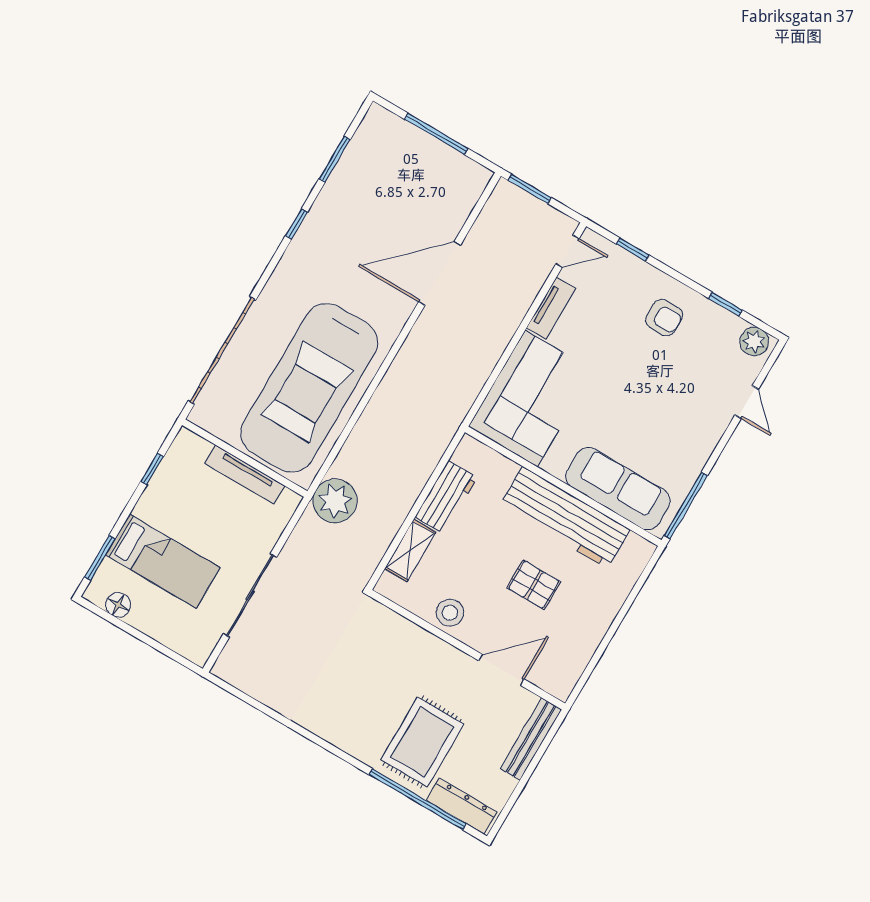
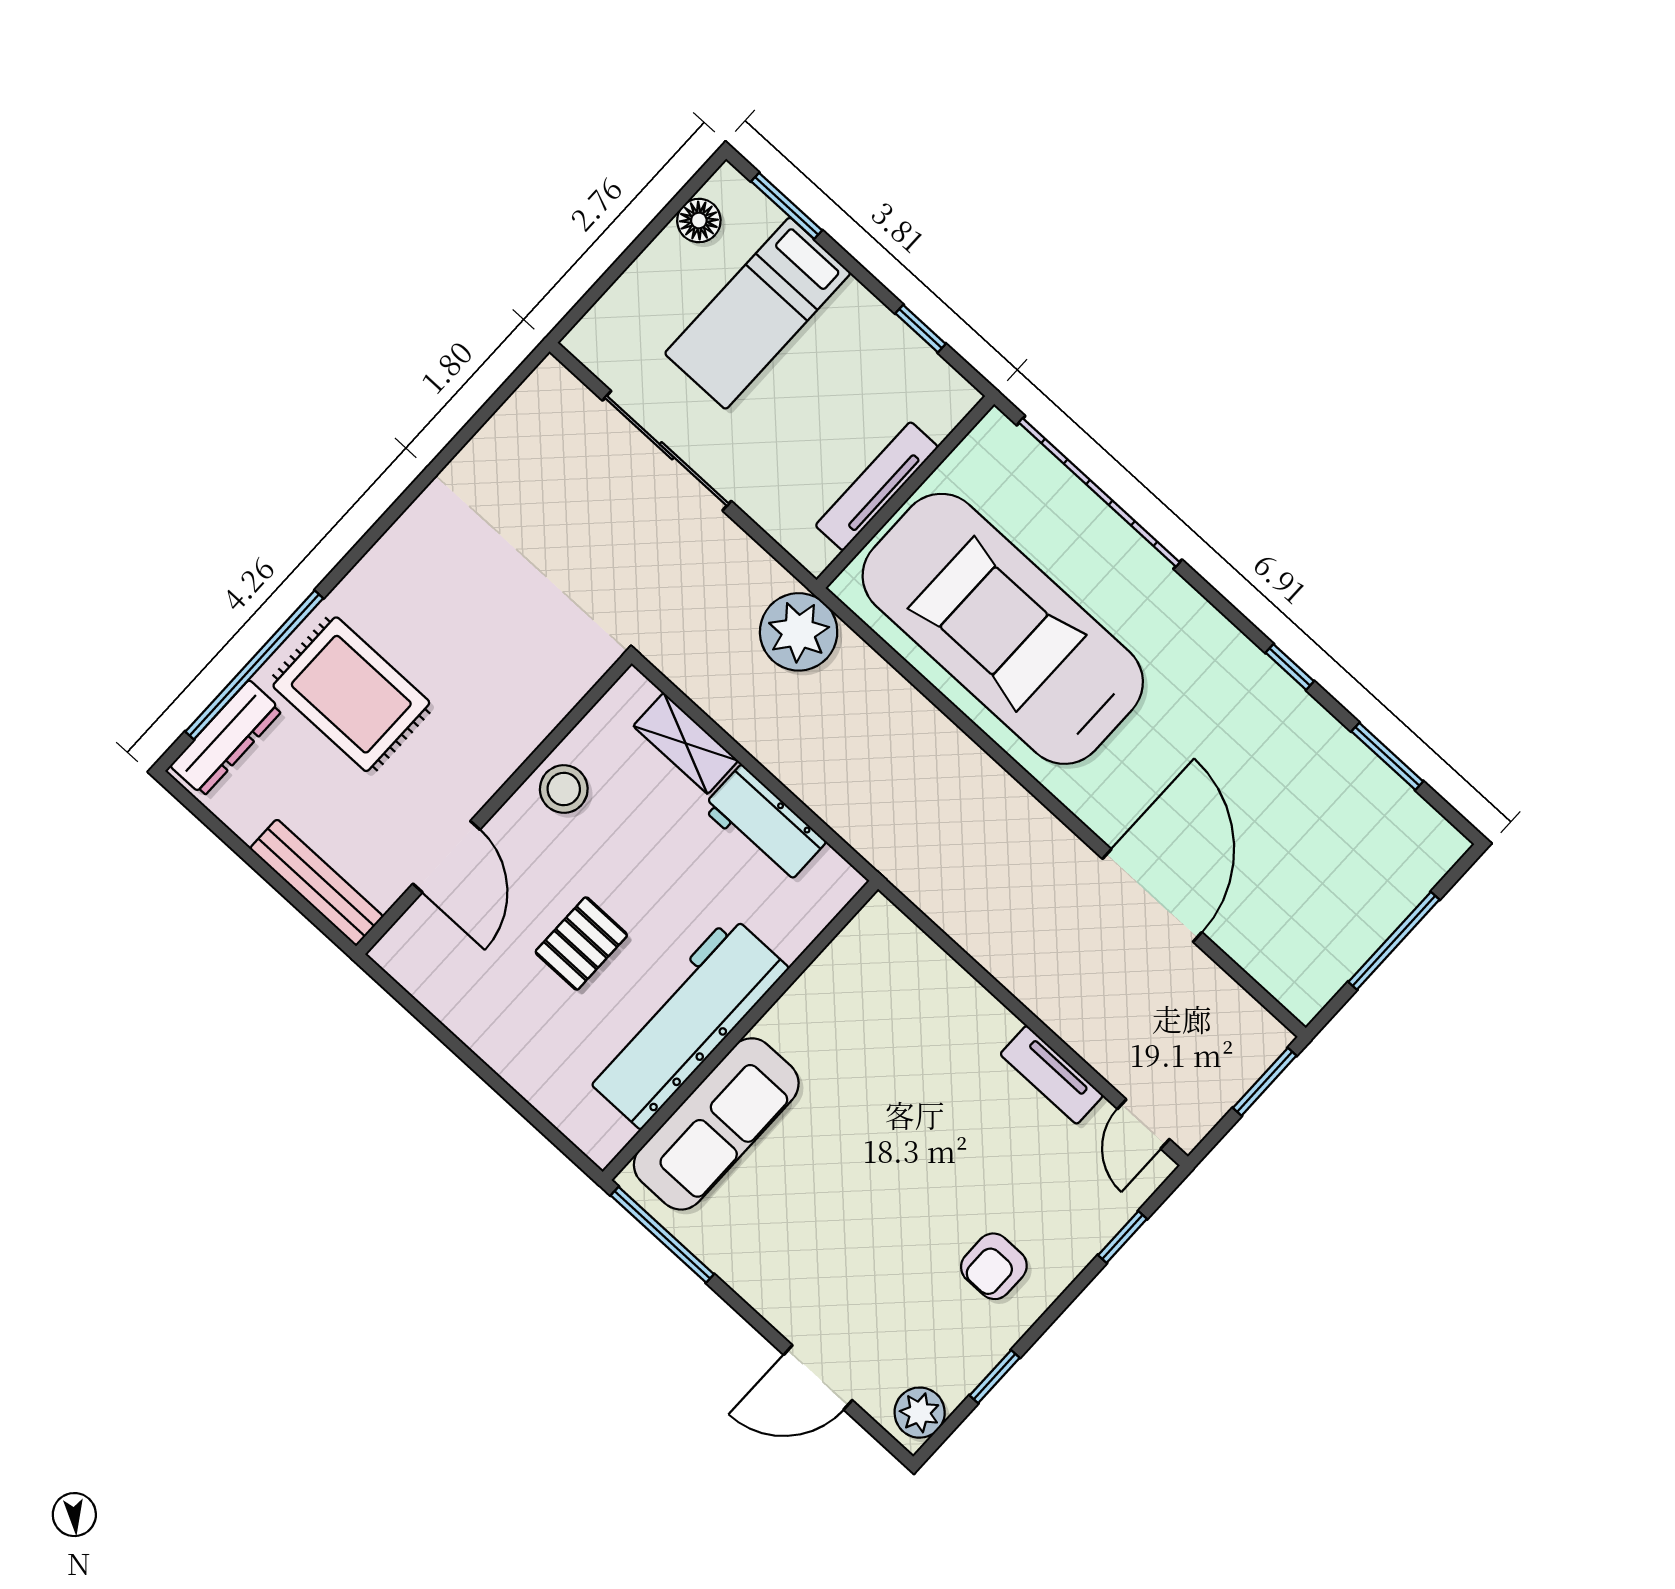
corner sofa: (531, 398) -> (903, 1007), removed
door: (747, 402) -> (818, 1377), width x1.37

